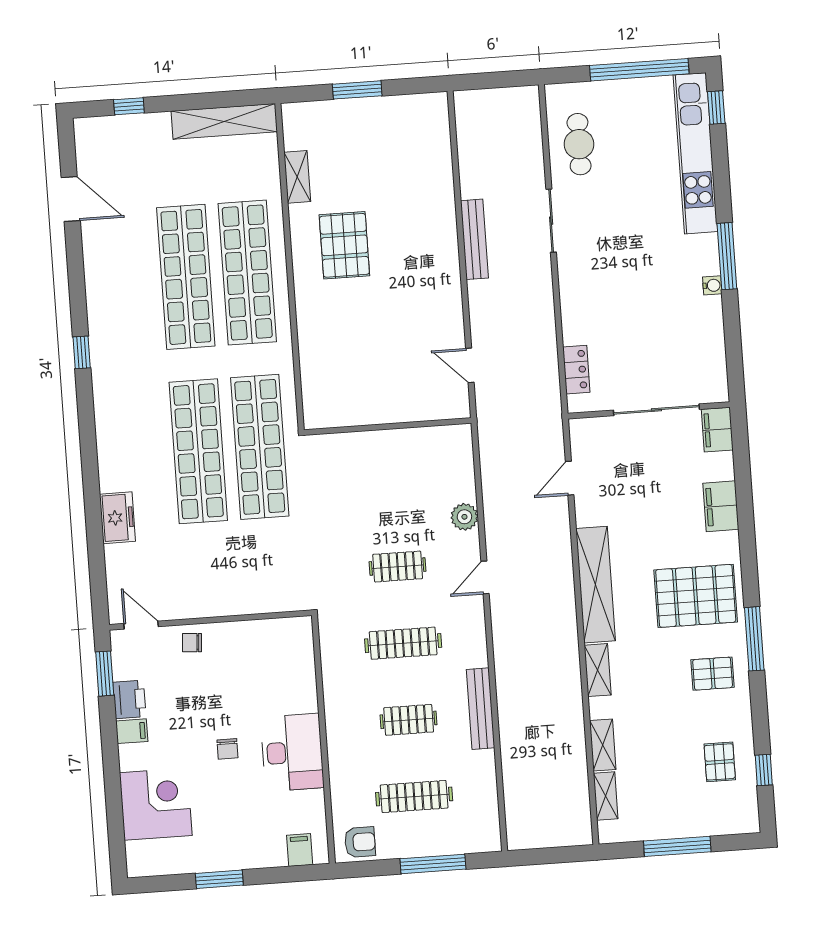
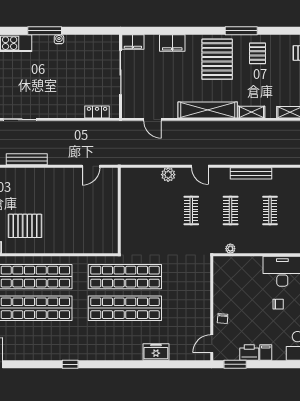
clothes rail: (403, 643) -> (231, 211), width x0.73
plant: (329, 648) -> (230, 249), added
bench: (481, 709) -> (251, 173), moved

